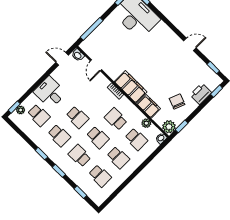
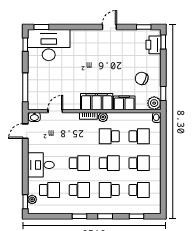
door: (96, 65) -> (55, 111), swing flipped
printer: (201, 94) -> (154, 45), moved
plant: (146, 123) -> (103, 117), moved

